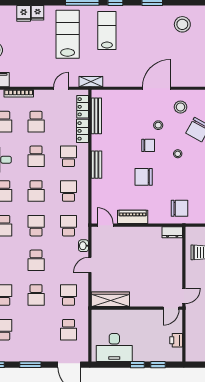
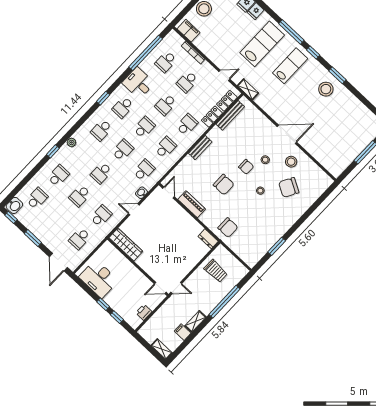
stool: (182, 24) -> (326, 89), moved
chair: (144, 177) -> (224, 185), turned 180
school desk: (36, 191) -> (144, 127), turned 180

